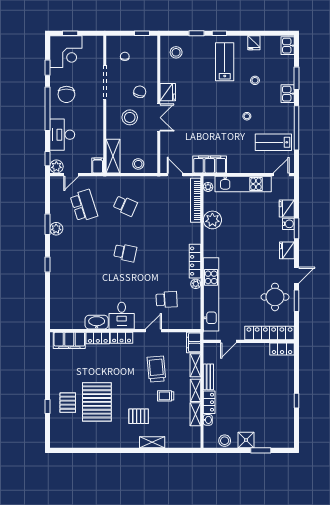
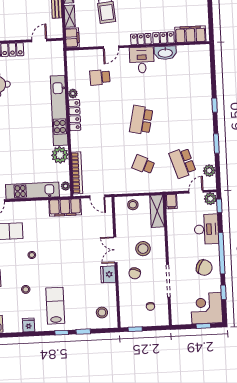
lab bench: (225, 62) -> (55, 306), turned 180
chair: (66, 94) -> (204, 268), turned 113
plant: (56, 229) -> (209, 171), moved
school desk: (125, 253) -> (141, 120), width x1.85
kitchen unit: (211, 294) -> (59, 111), moved

